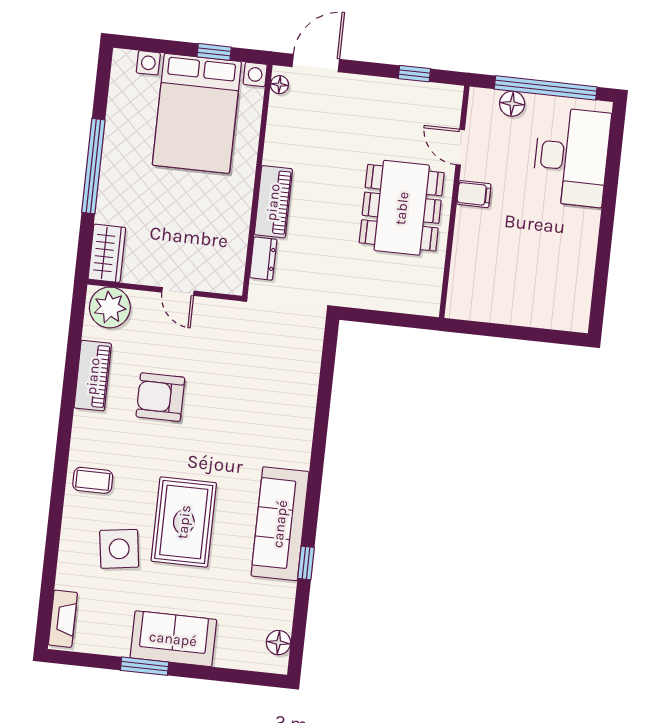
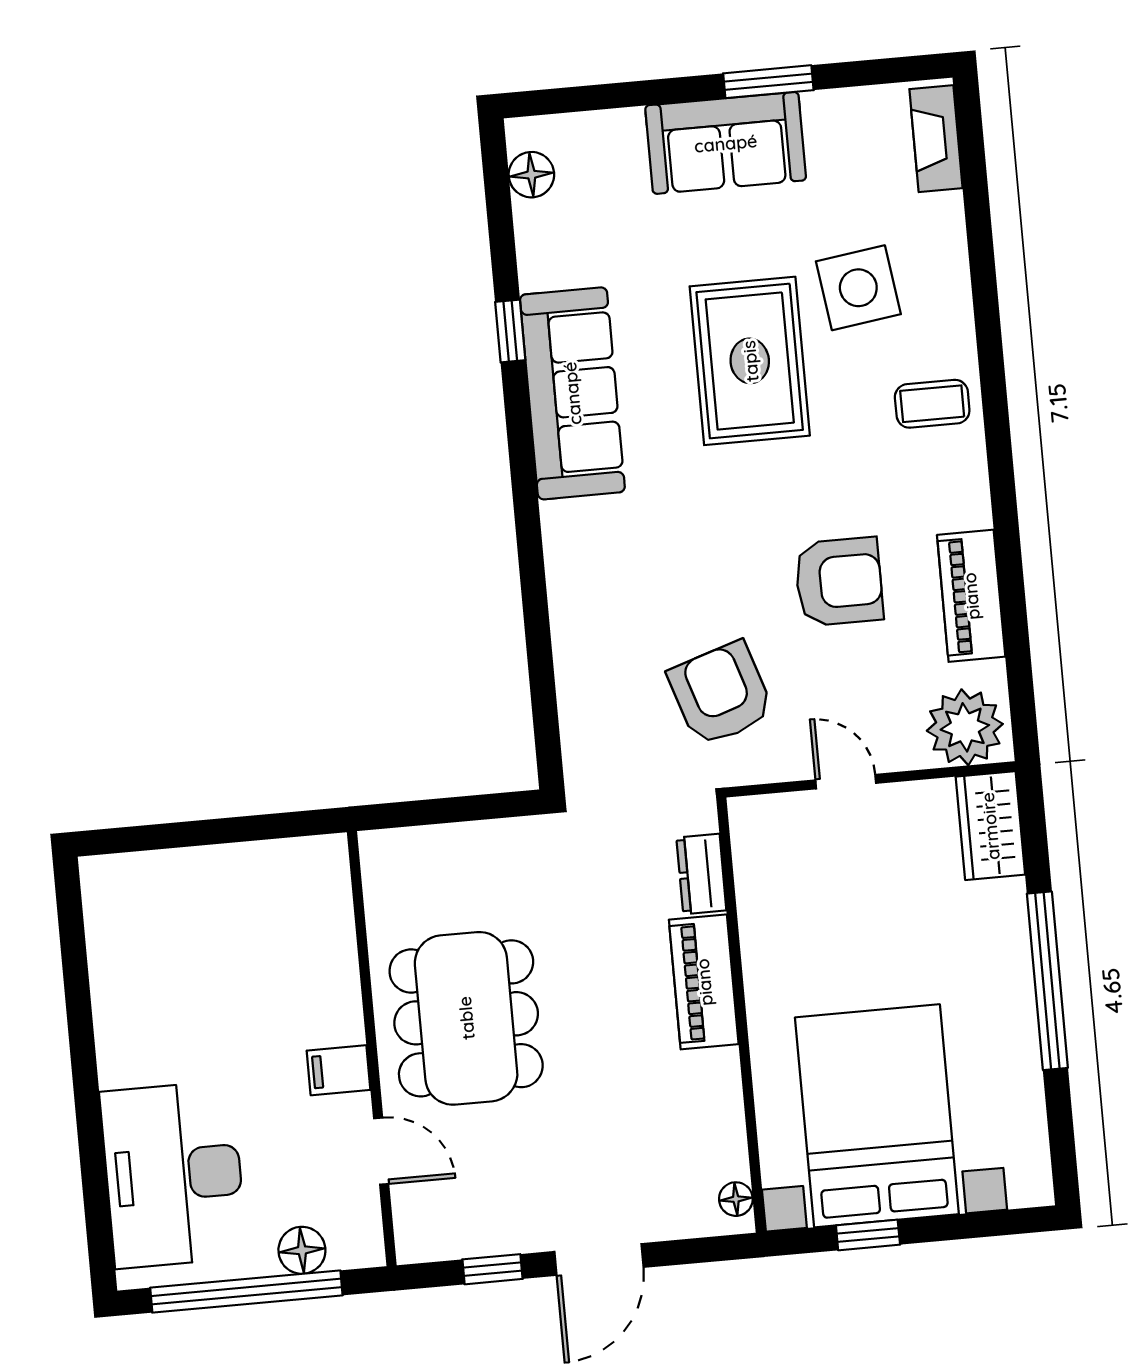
door: (316, 63) -> (599, 1259), moved
armchair: (234, 351) -> (721, 694), added

